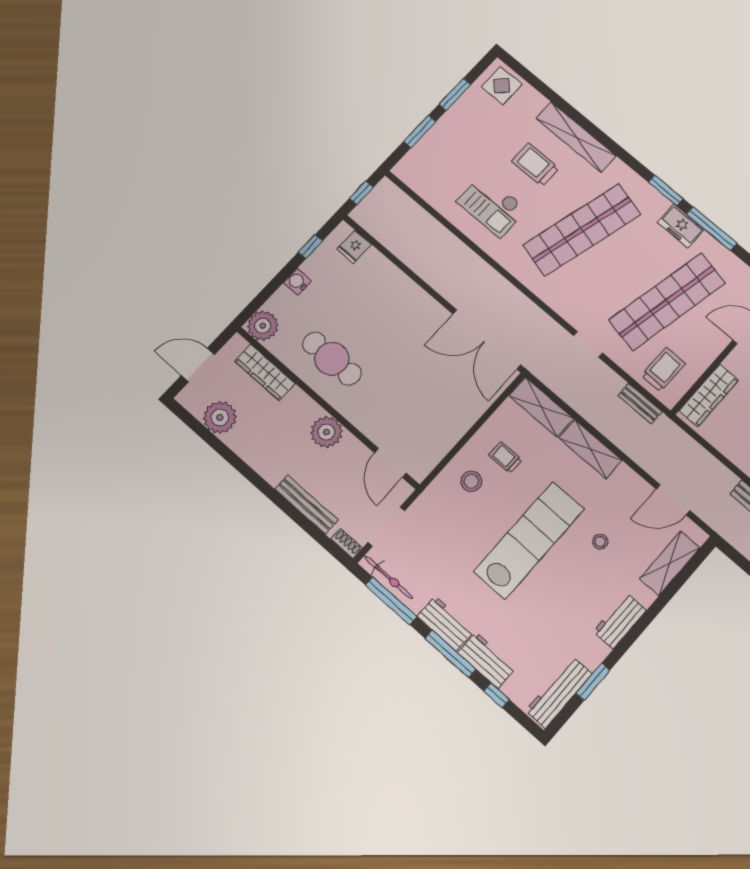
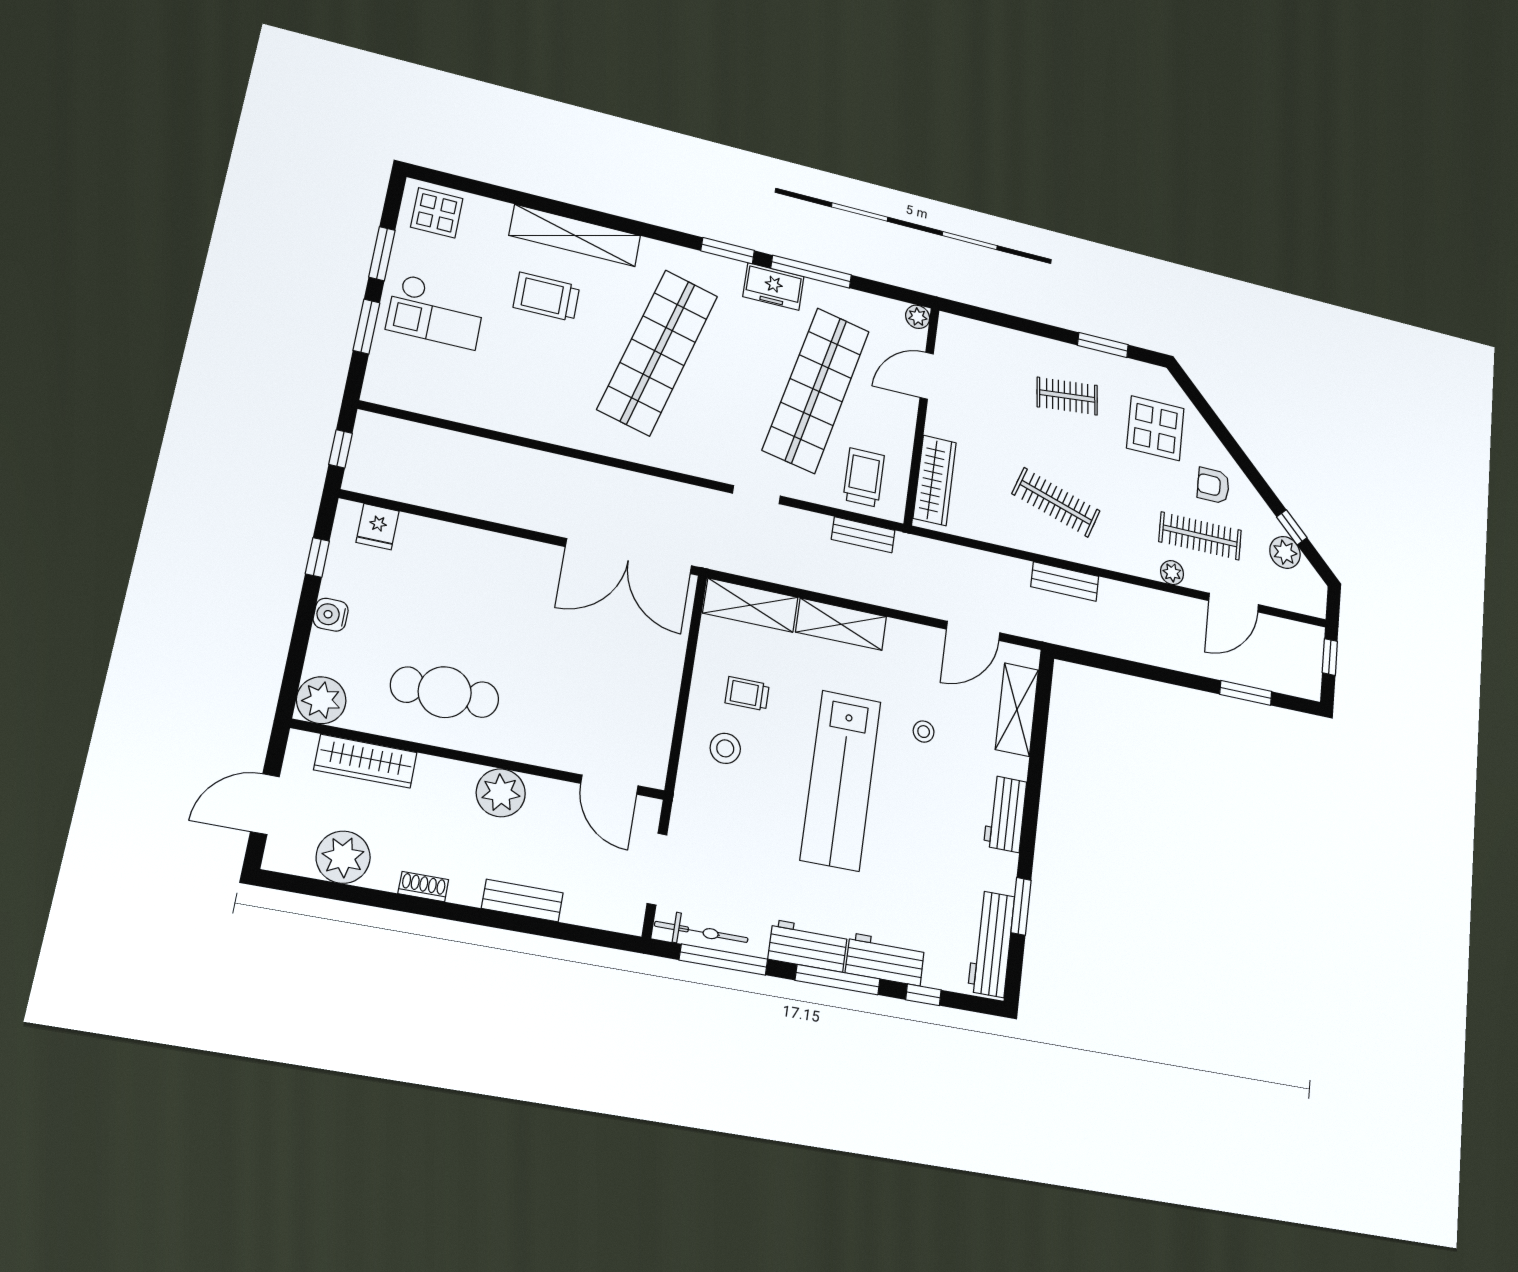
checkout: (492, 205) -> (436, 311), moved
bench: (307, 505) -> (522, 901), width x0.73
lab bench: (529, 540) -> (841, 780), turned 180
shoe rack: (347, 544) -> (423, 887), moved

